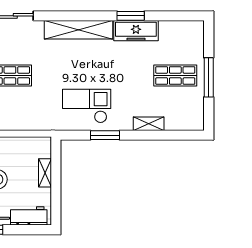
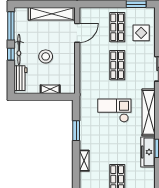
checkout: (87, 106) -> (114, 110), moved, turned -90

